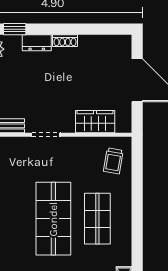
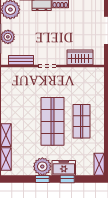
trolley: (113, 161) -> (92, 83), removed

